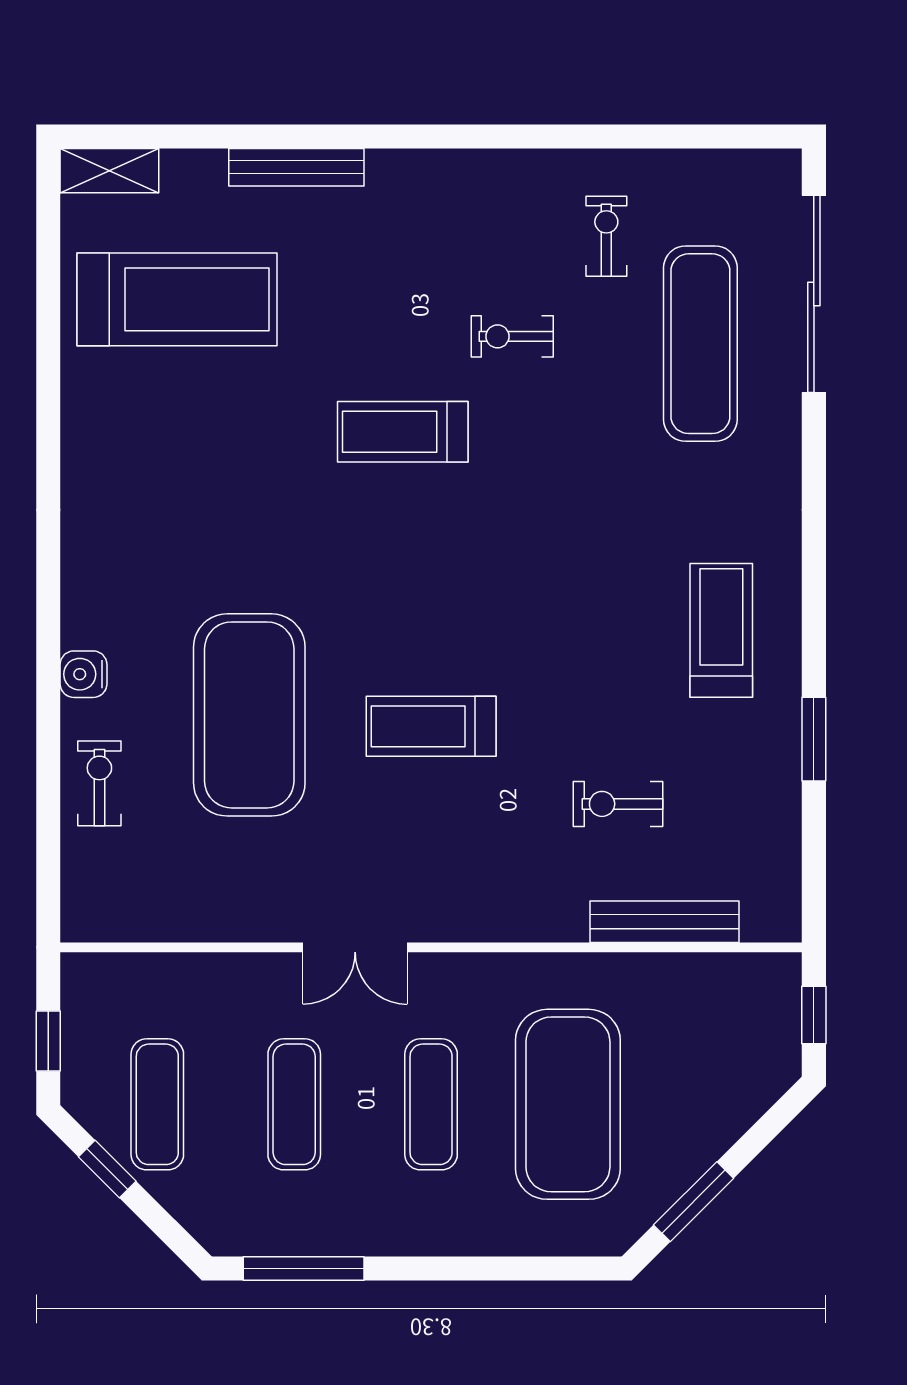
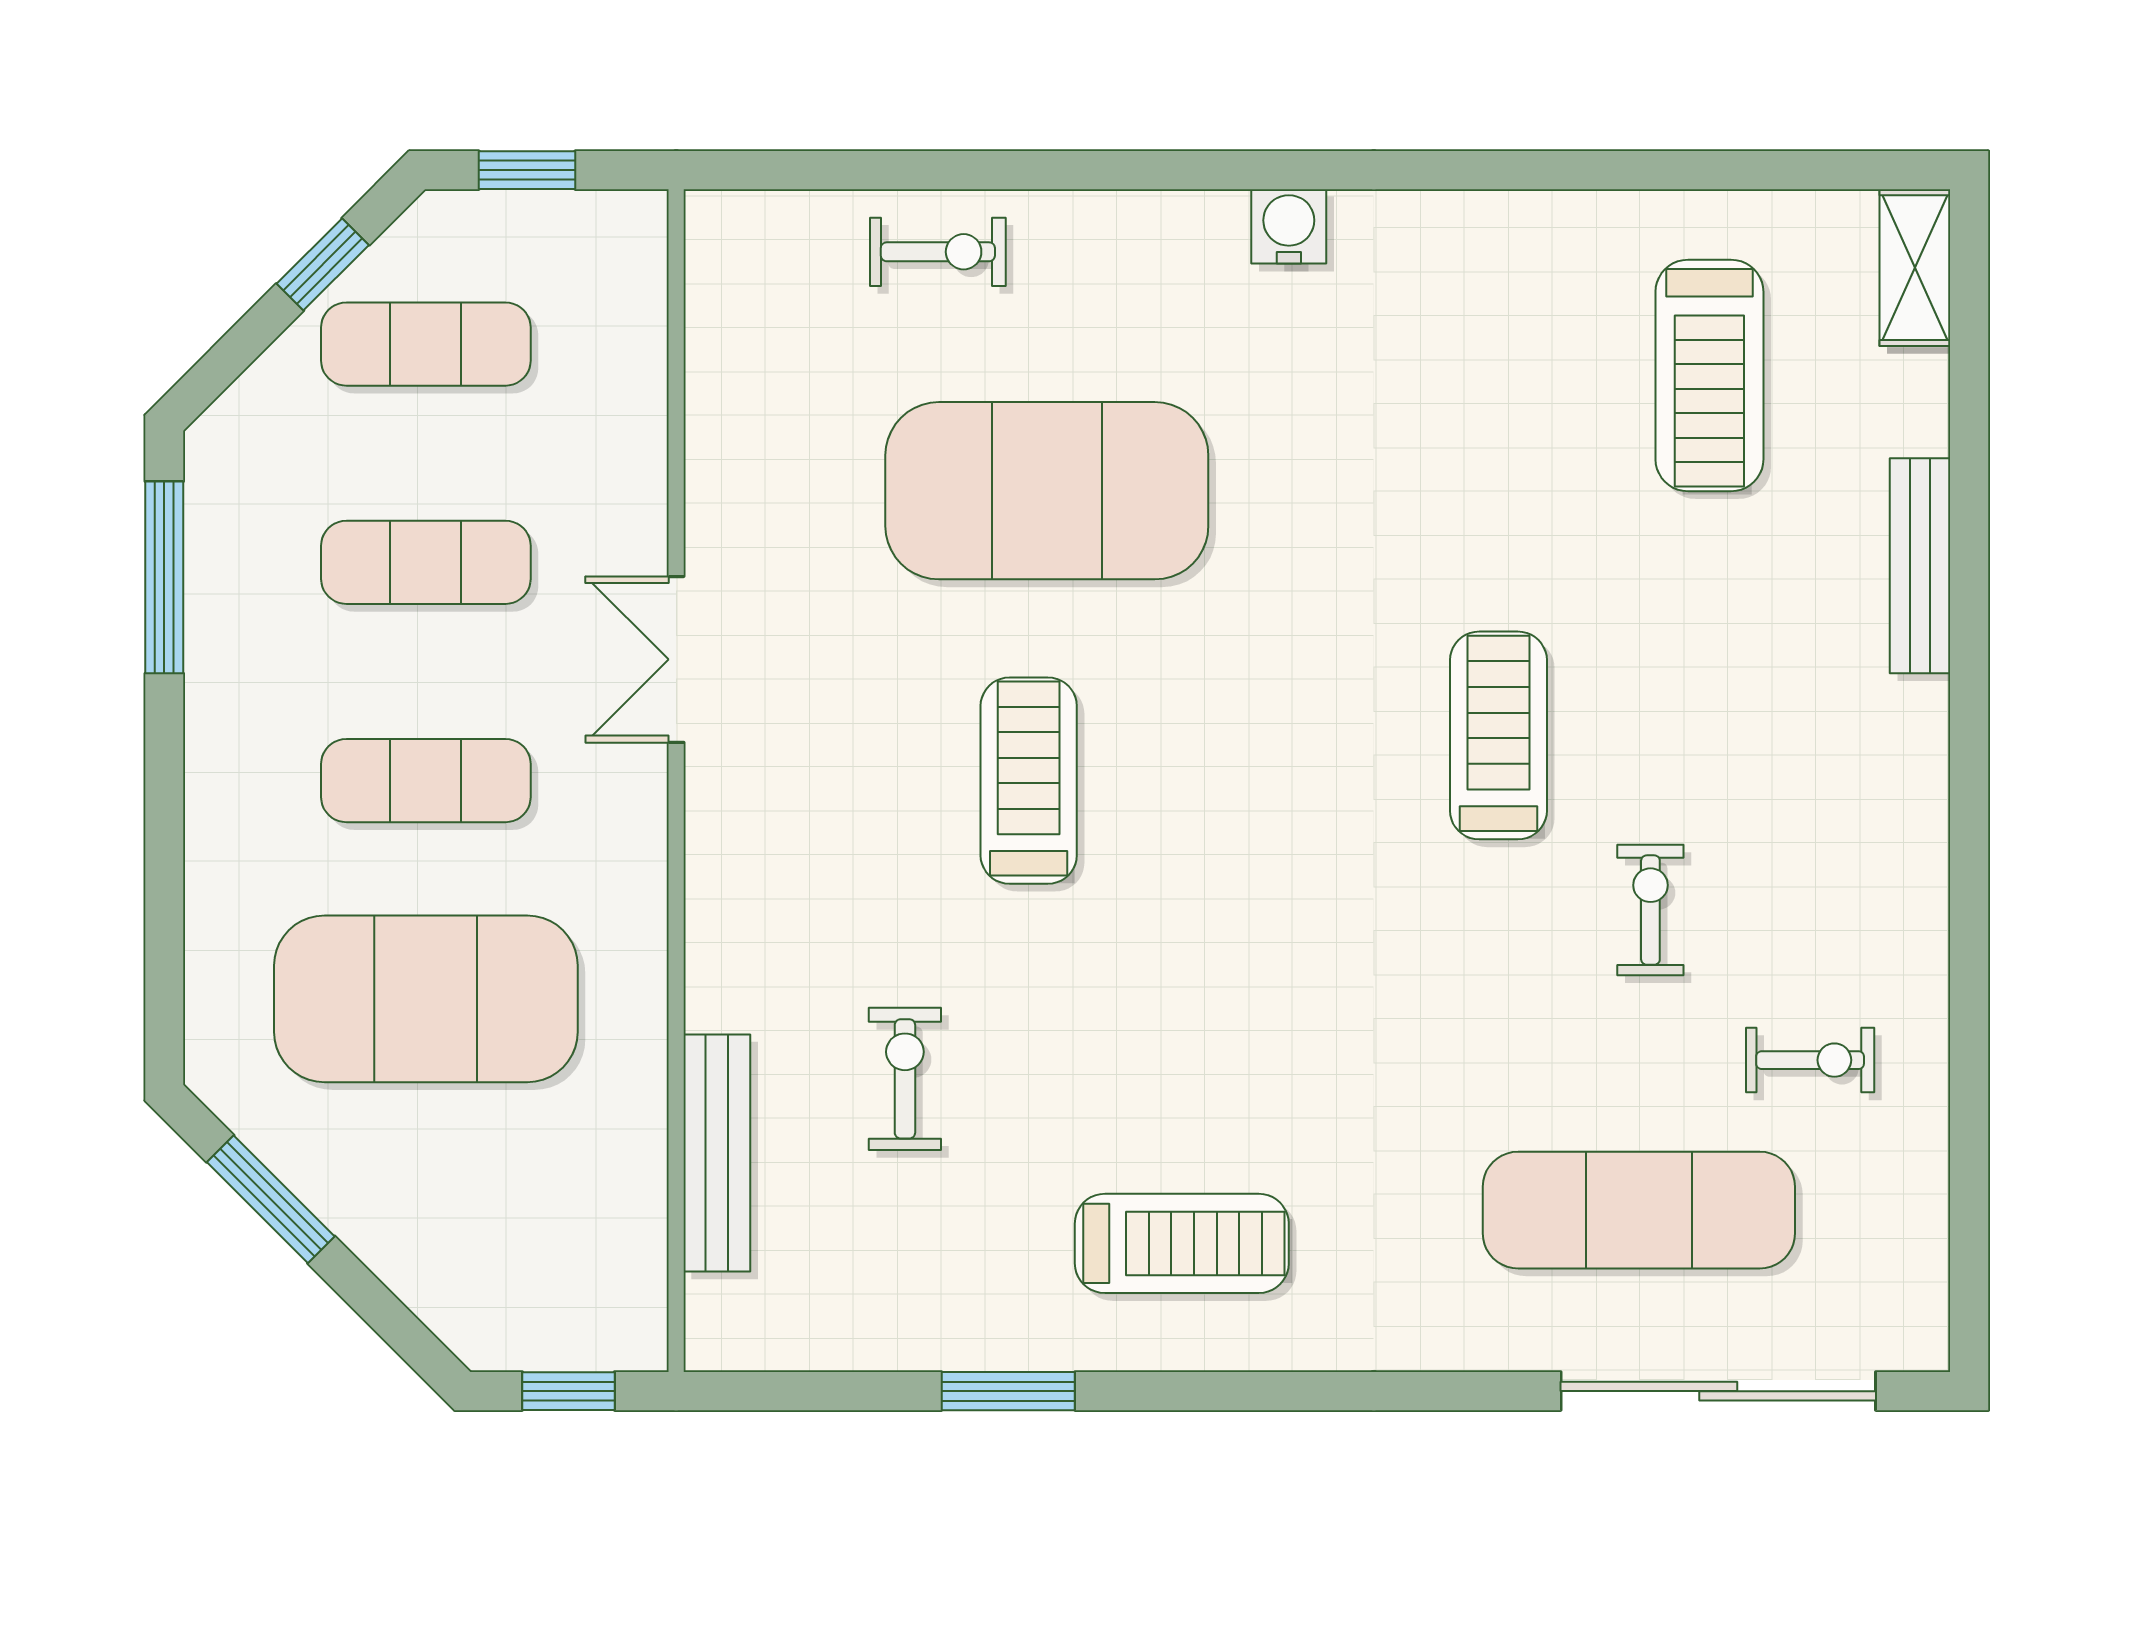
treadmill: (177, 299) -> (1709, 376), width x0.73, depth x0.73
water cooler: (84, 674) -> (1289, 226), moved

